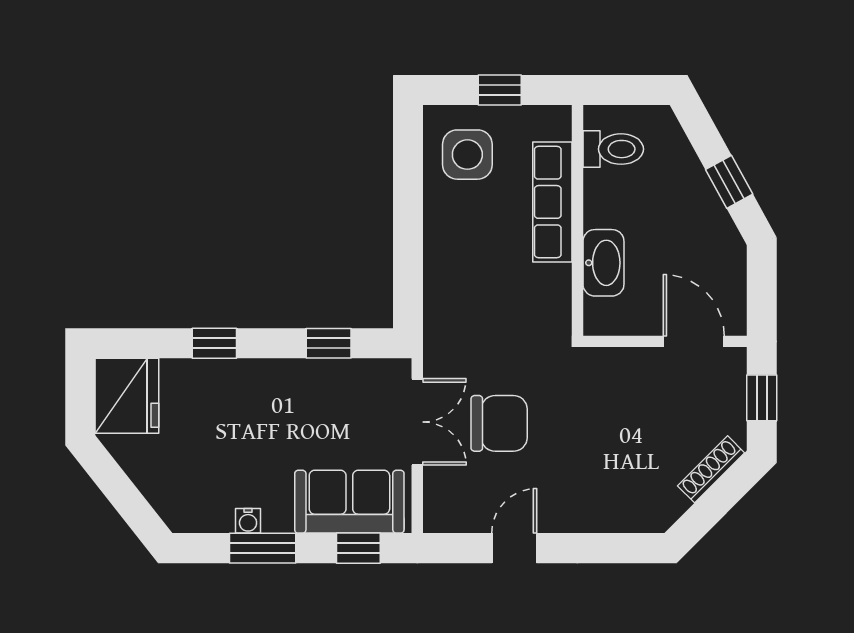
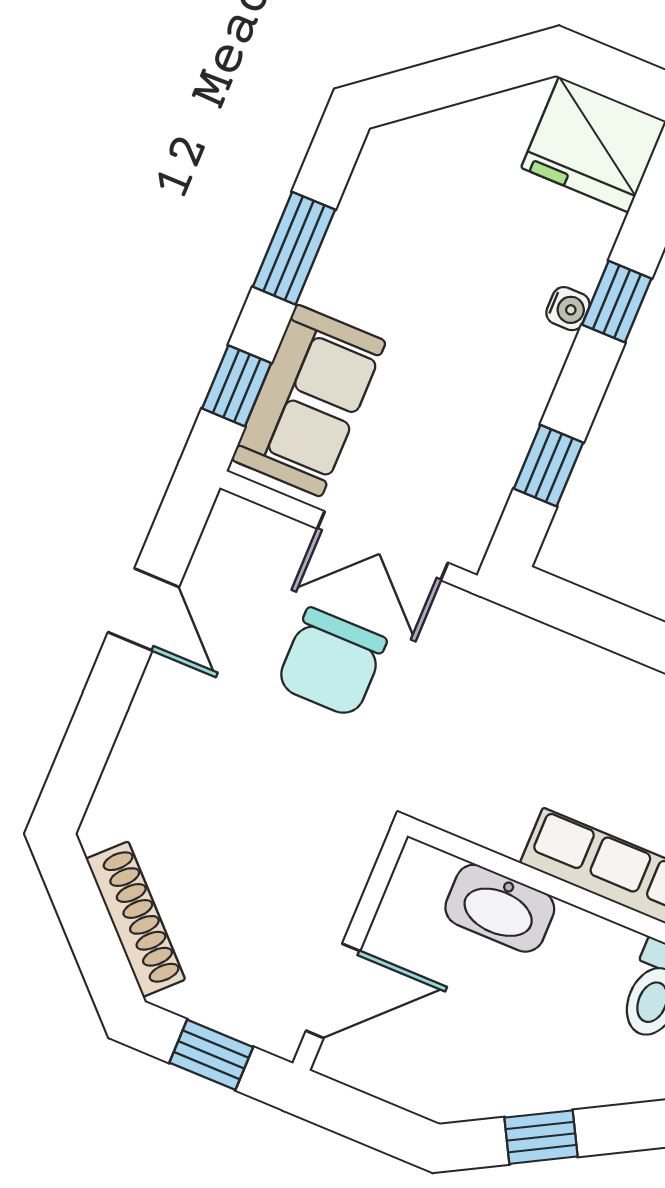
shoe rack: (711, 469) -> (136, 919), width x1.36, depth x1.24
water cooler: (248, 521) -> (568, 309), moved, turned 180

